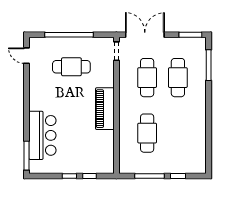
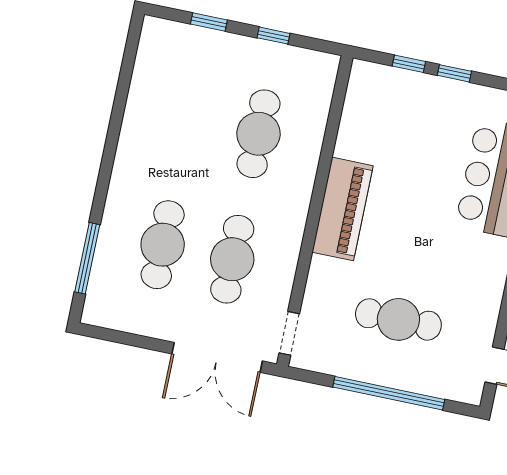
window: (190, 35) -> (114, 336), removed
window: (149, 176) -> (274, 36), width x0.46

